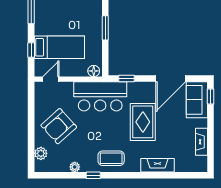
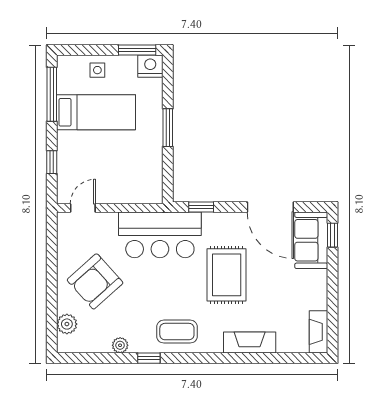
bed: (59, 47) -> (96, 112), moved
floor lamp: (94, 71) -> (150, 195), removed
door: (171, 79) -> (270, 207), hinge flipped
fireplace: (202, 142) -> (319, 332), moved

